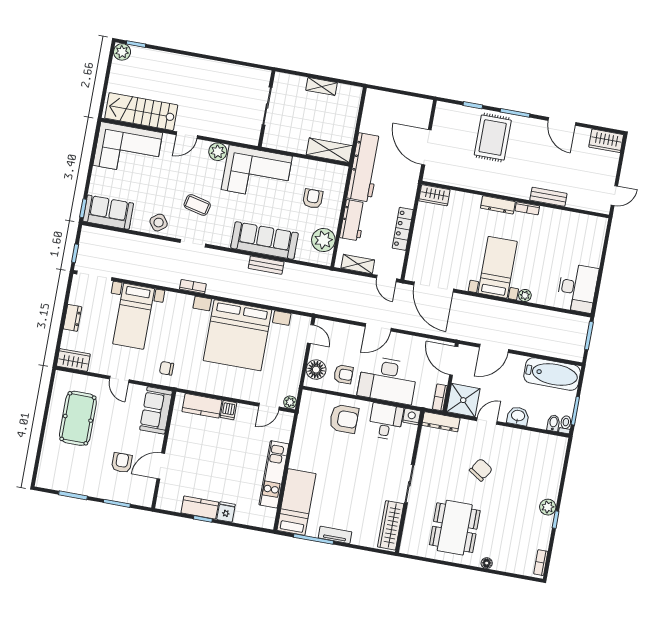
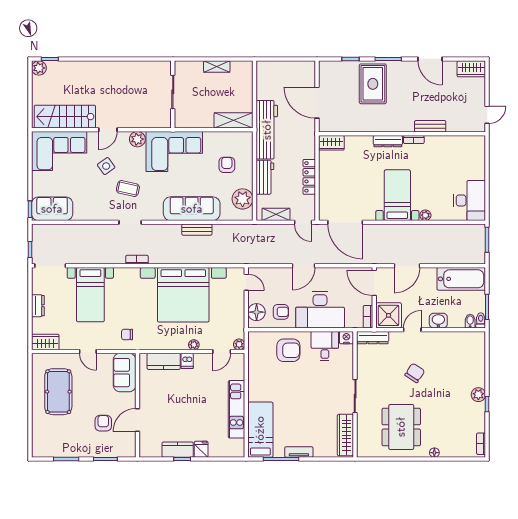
side table: (159, 223) -> (106, 166), moved
plant: (239, 393) -> (194, 345), added

